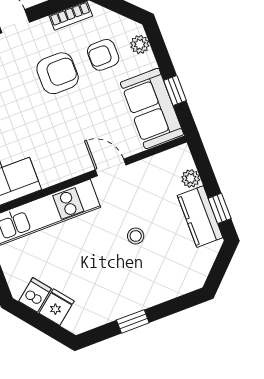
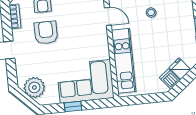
door: (111, 167) -> (108, 16), swing flipped

